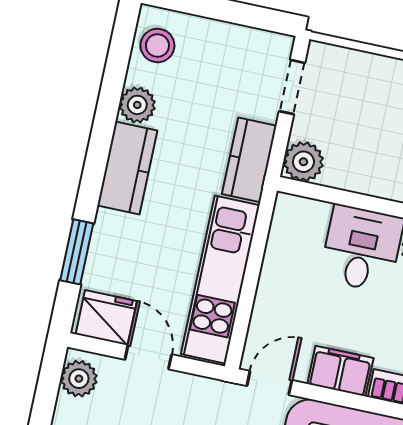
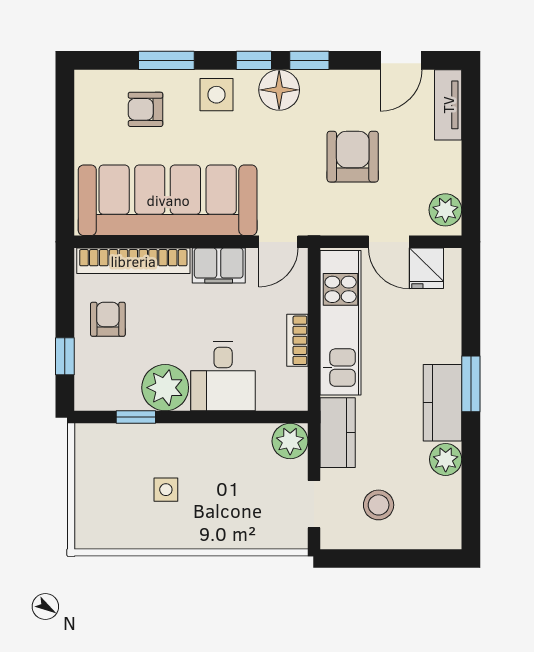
stool: (157, 45) -> (379, 505), moved
window: (77, 252) -> (471, 384), moved
bookcase: (272, 270) -> (297, 340), added
fridge: (106, 318) -> (426, 268), width x0.72

